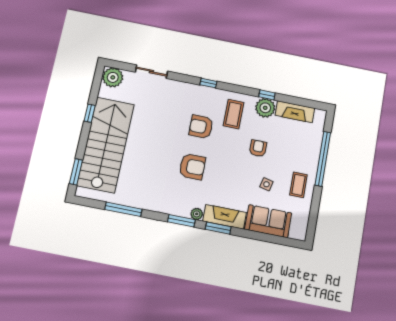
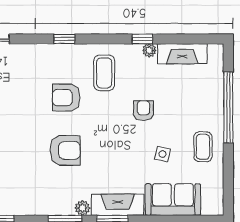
plant: (265, 108) -> (149, 50), width x0.53, depth x0.53

